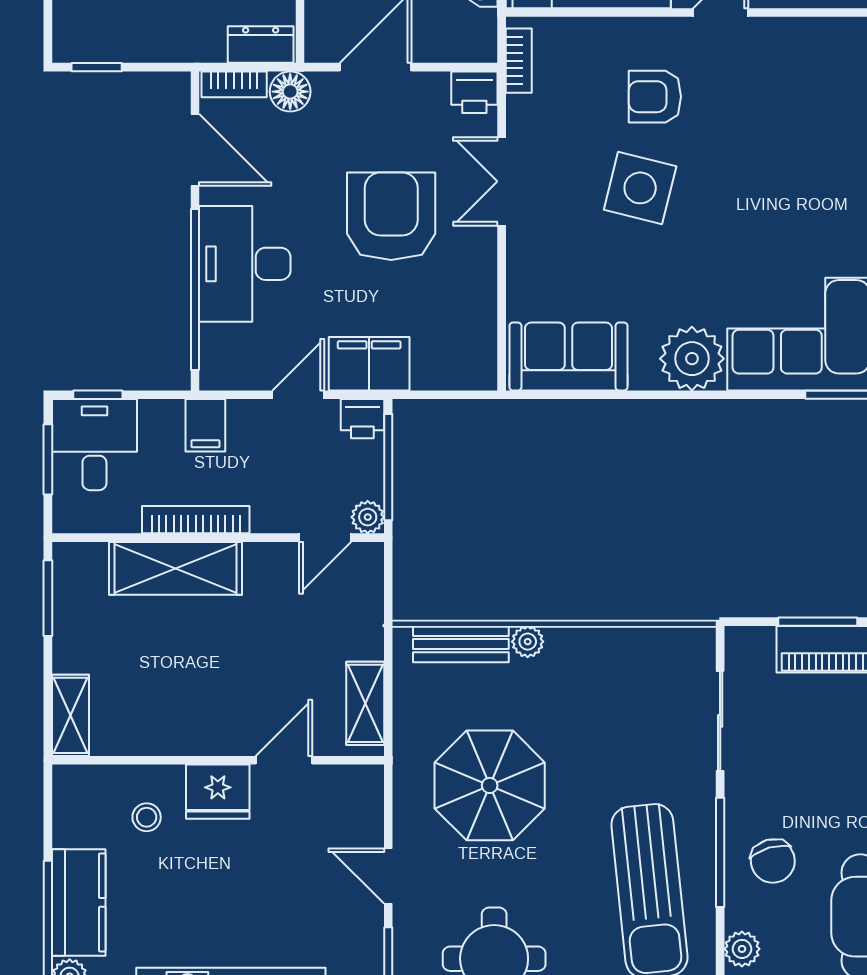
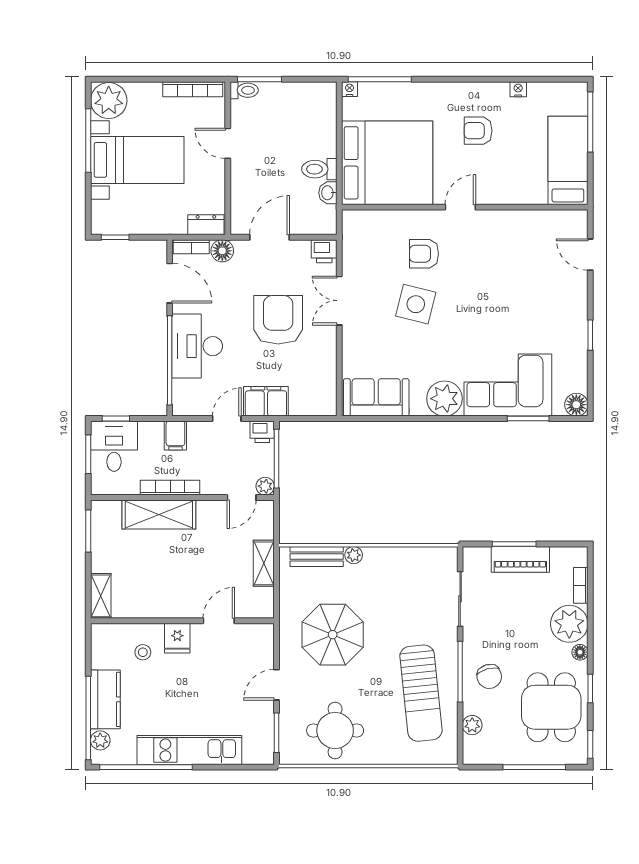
bookcase: (519, 61) -> (349, 234), removed
shelving: (365, 703) -> (264, 563), moved
fridge: (218, 792) -> (177, 638), width x0.72
door: (388, 876) -> (276, 685), hinge flipped

